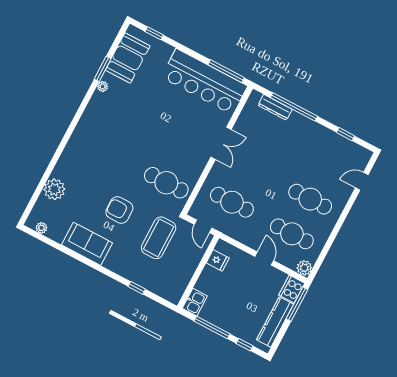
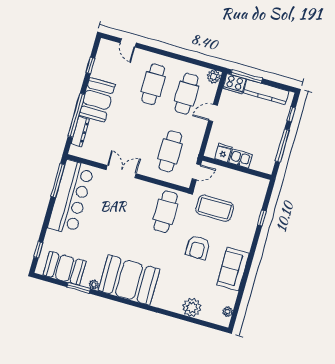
booth: (100, 127) -> (129, 280), added
booth: (306, 133) -> (97, 100), added
kitchen sink: (195, 302) -> (240, 159), moved

